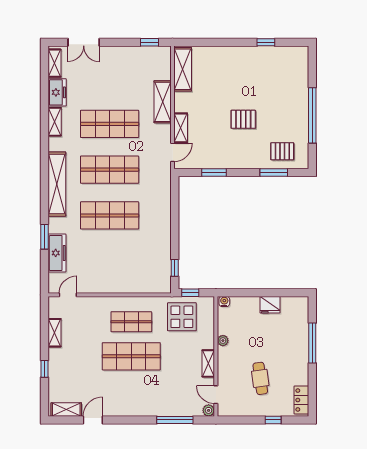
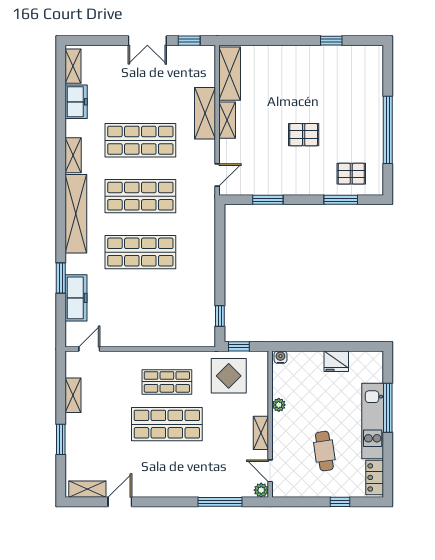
double door: (84, 42) -> (147, 41), moved
shelving: (55, 122) -> (73, 155), moved
shelving: (181, 128) -> (227, 120), moved
kitchen unit: (300, 354) -> (373, 421), added
window: (44, 369) -> (61, 439), width x1.50

